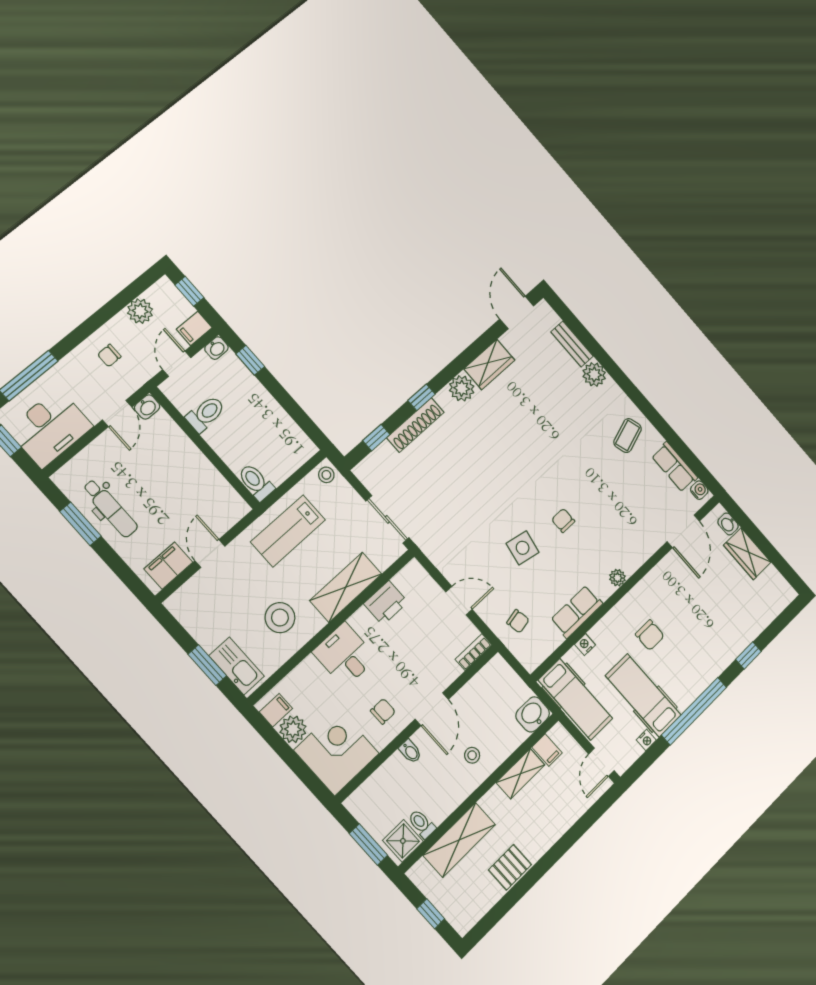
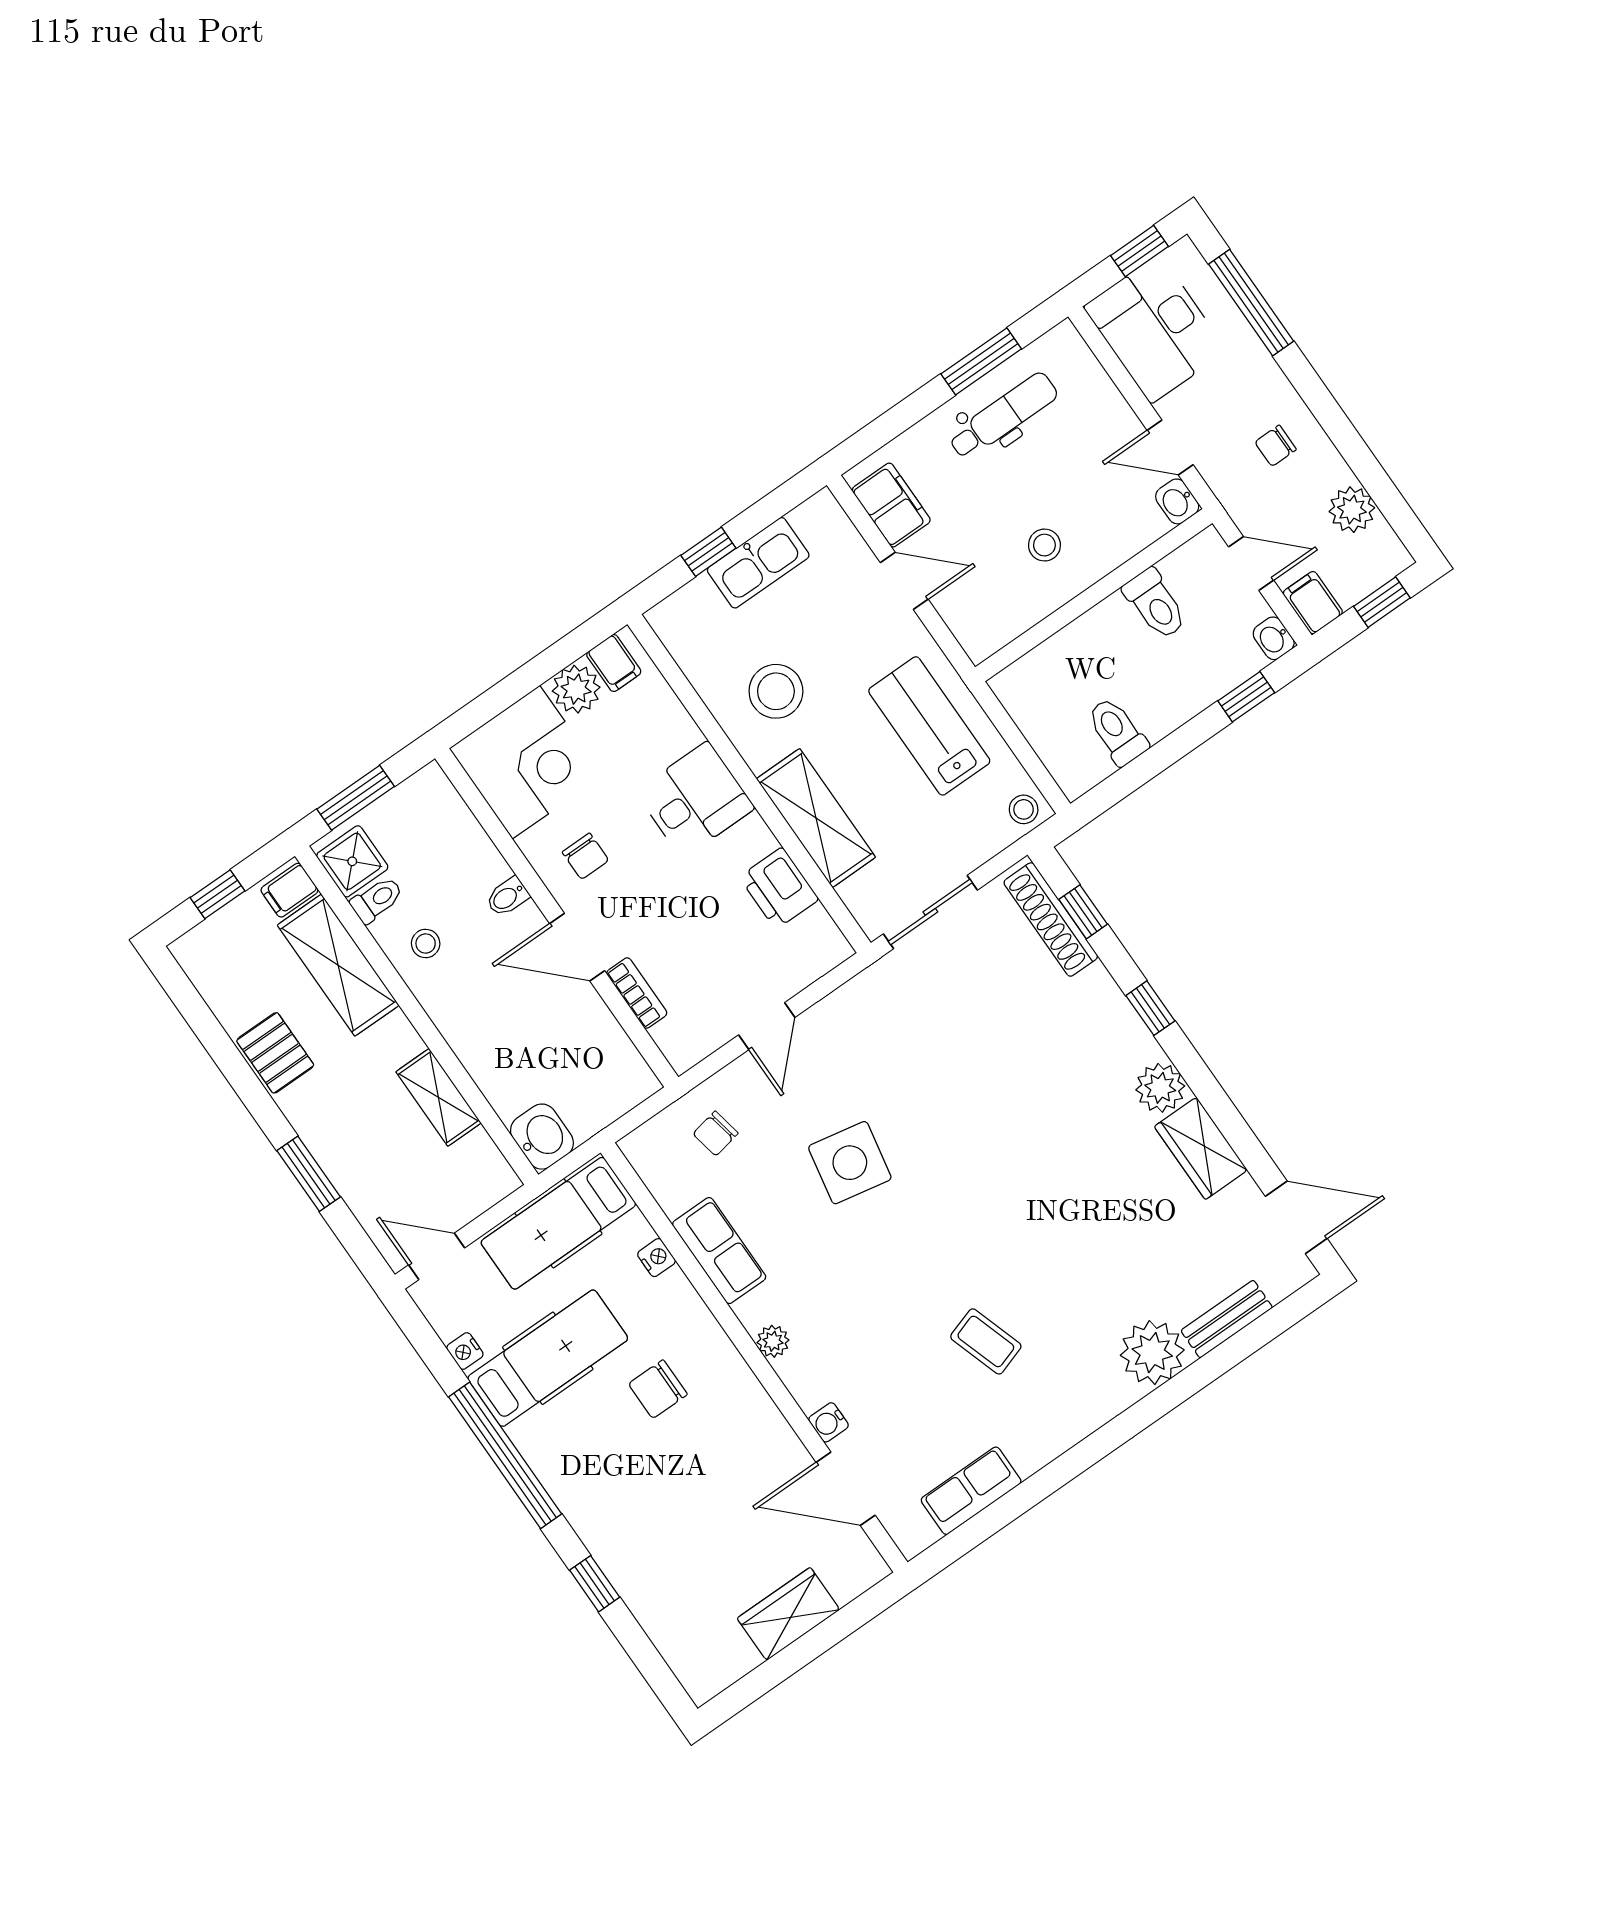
chair: (109, 356) -> (1276, 446), turned -90
plant: (594, 374) -> (1152, 1353), width x1.36, depth x1.36
shoe rack: (415, 425) -> (1051, 919), moved
coffee table: (628, 435) -> (986, 1341), moved
stool: (180, 478) -> (1044, 545), added
toilet: (256, 482) -> (1117, 731), moved, turned -90
water cooler: (699, 490) -> (829, 1422), moved, turned 90
dental chair: (110, 508) -> (1003, 416), turned 180
chair: (563, 520) -> (892, 1250), removed
washbasin: (728, 524) -> (850, 1583), removed
side table: (523, 548) -> (850, 1163), width x1.37, depth x1.37
bookcase: (474, 652) -> (637, 993), moved
window: (207, 665) -> (708, 552), width x0.67
kitchen sink: (237, 666) -> (758, 563), moved
filing cabinet: (547, 750) -> (289, 890), moved
stool: (472, 755) -> (426, 944), moved
window: (570, 838) -> (309, 1174), added

